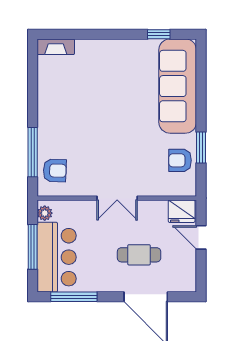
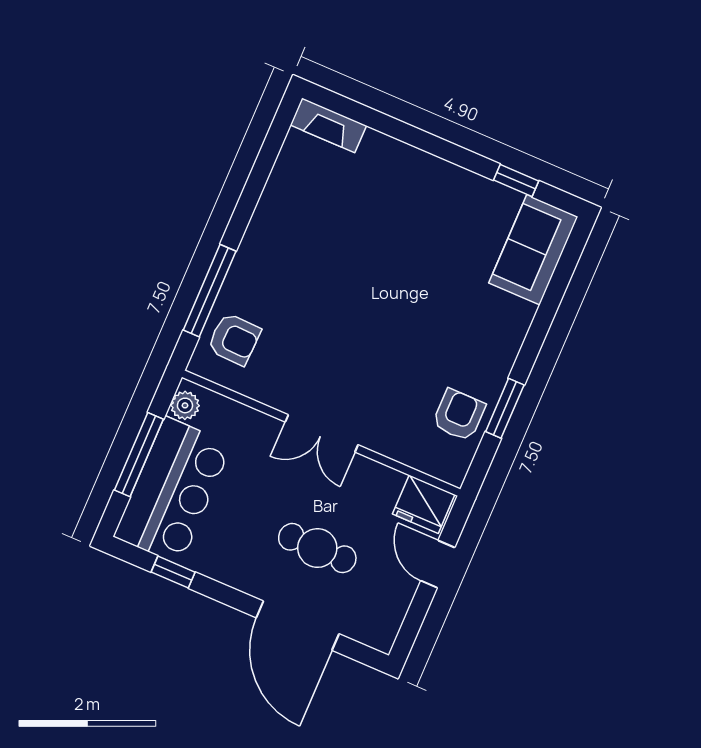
sofa: (178, 86) -> (533, 250), width x0.54, depth x0.79
armchair: (180, 160) -> (459, 415), turned 90
window: (74, 297) -> (173, 572), width x0.46

